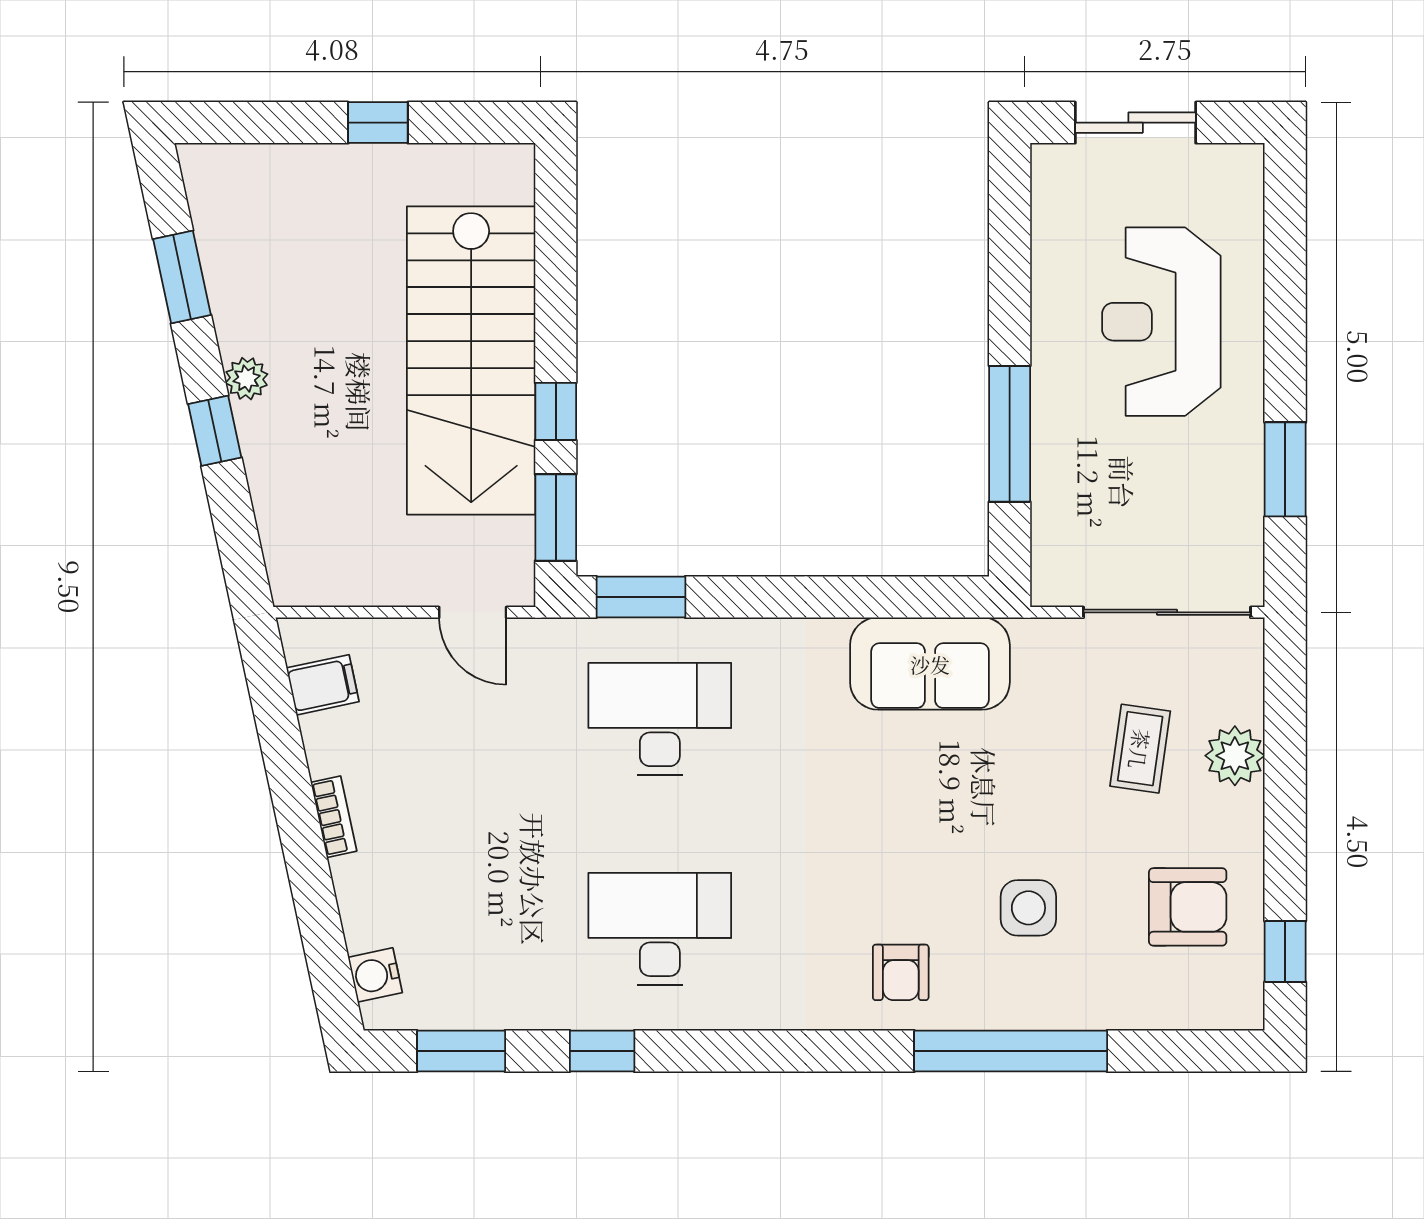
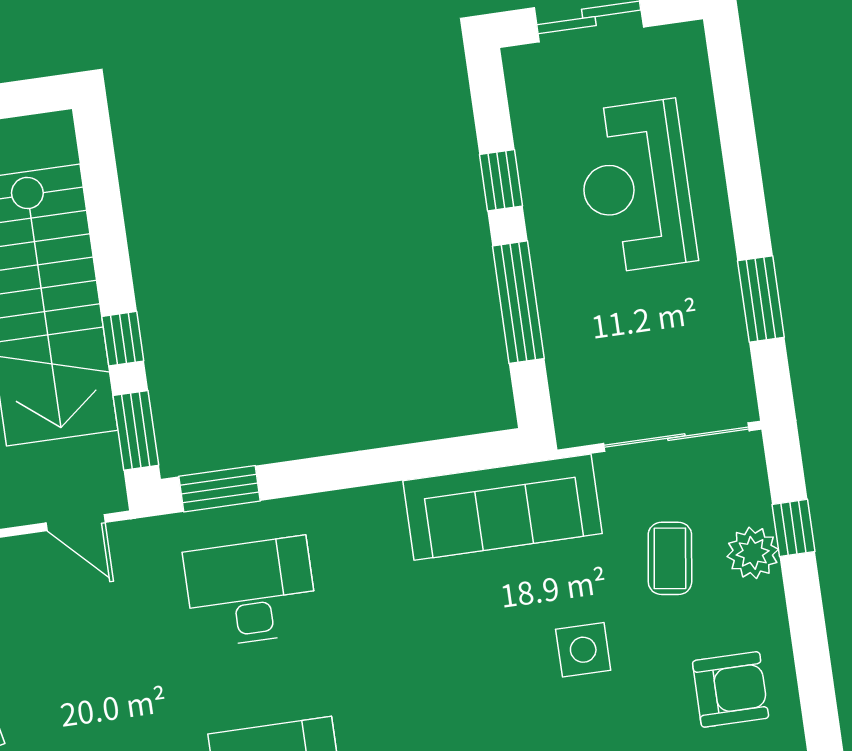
window: (1010, 293) -> (501, 180), added
sofa: (930, 664) -> (503, 507), width x1.36
side table: (1028, 908) -> (583, 650), moved
window: (1285, 952) -> (794, 528), moved

